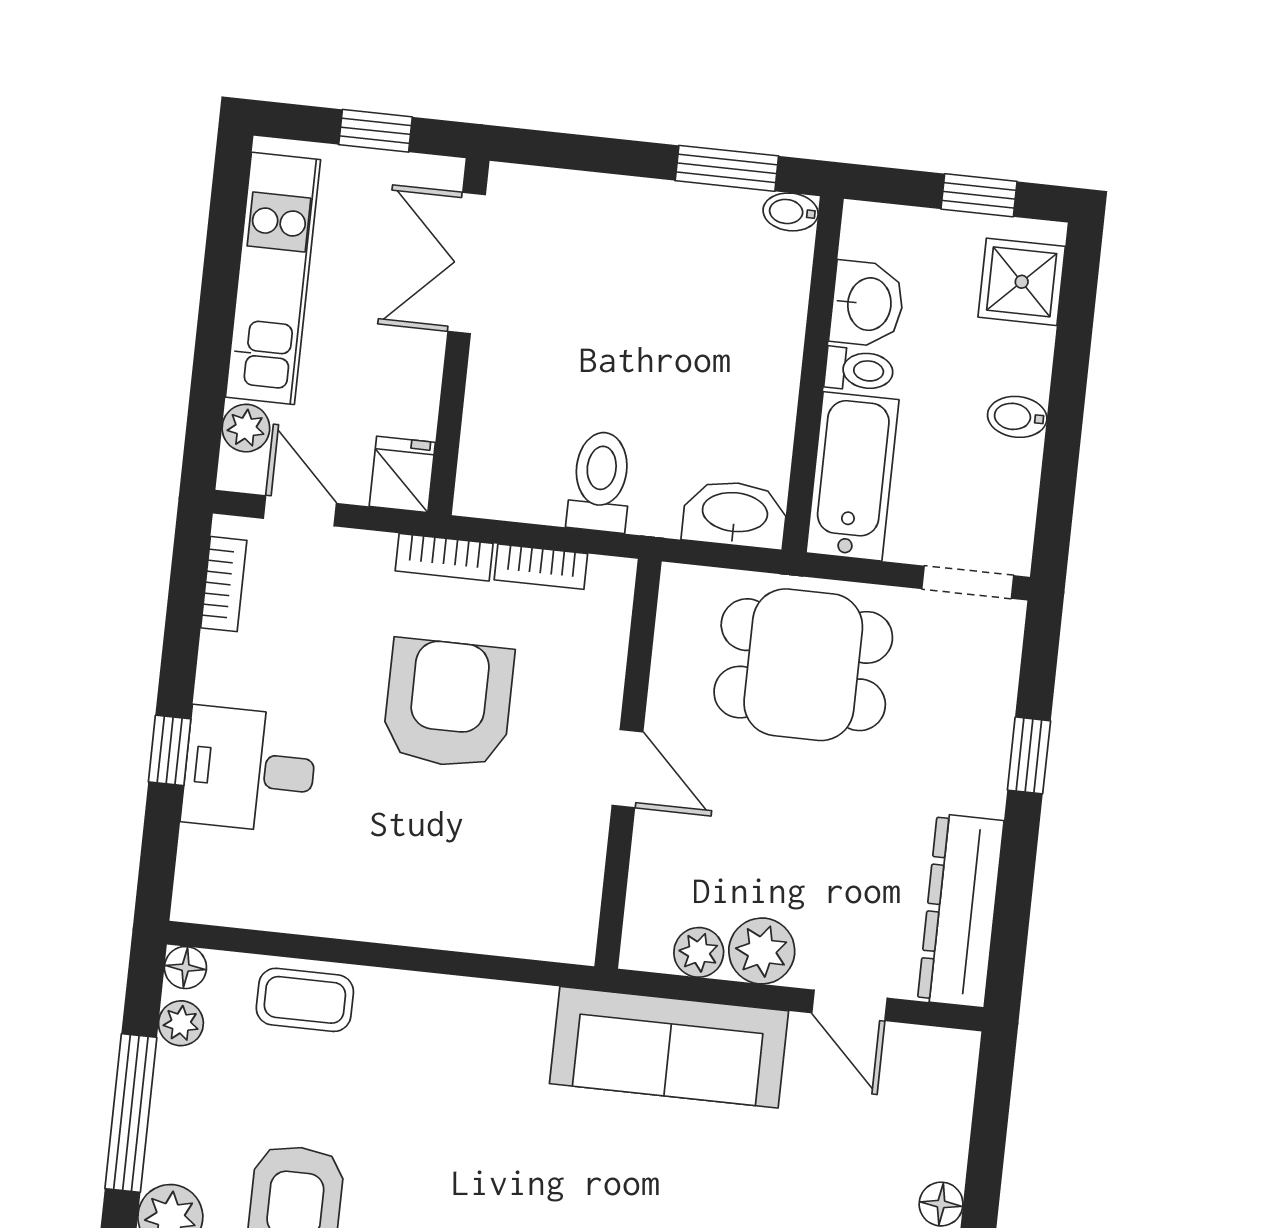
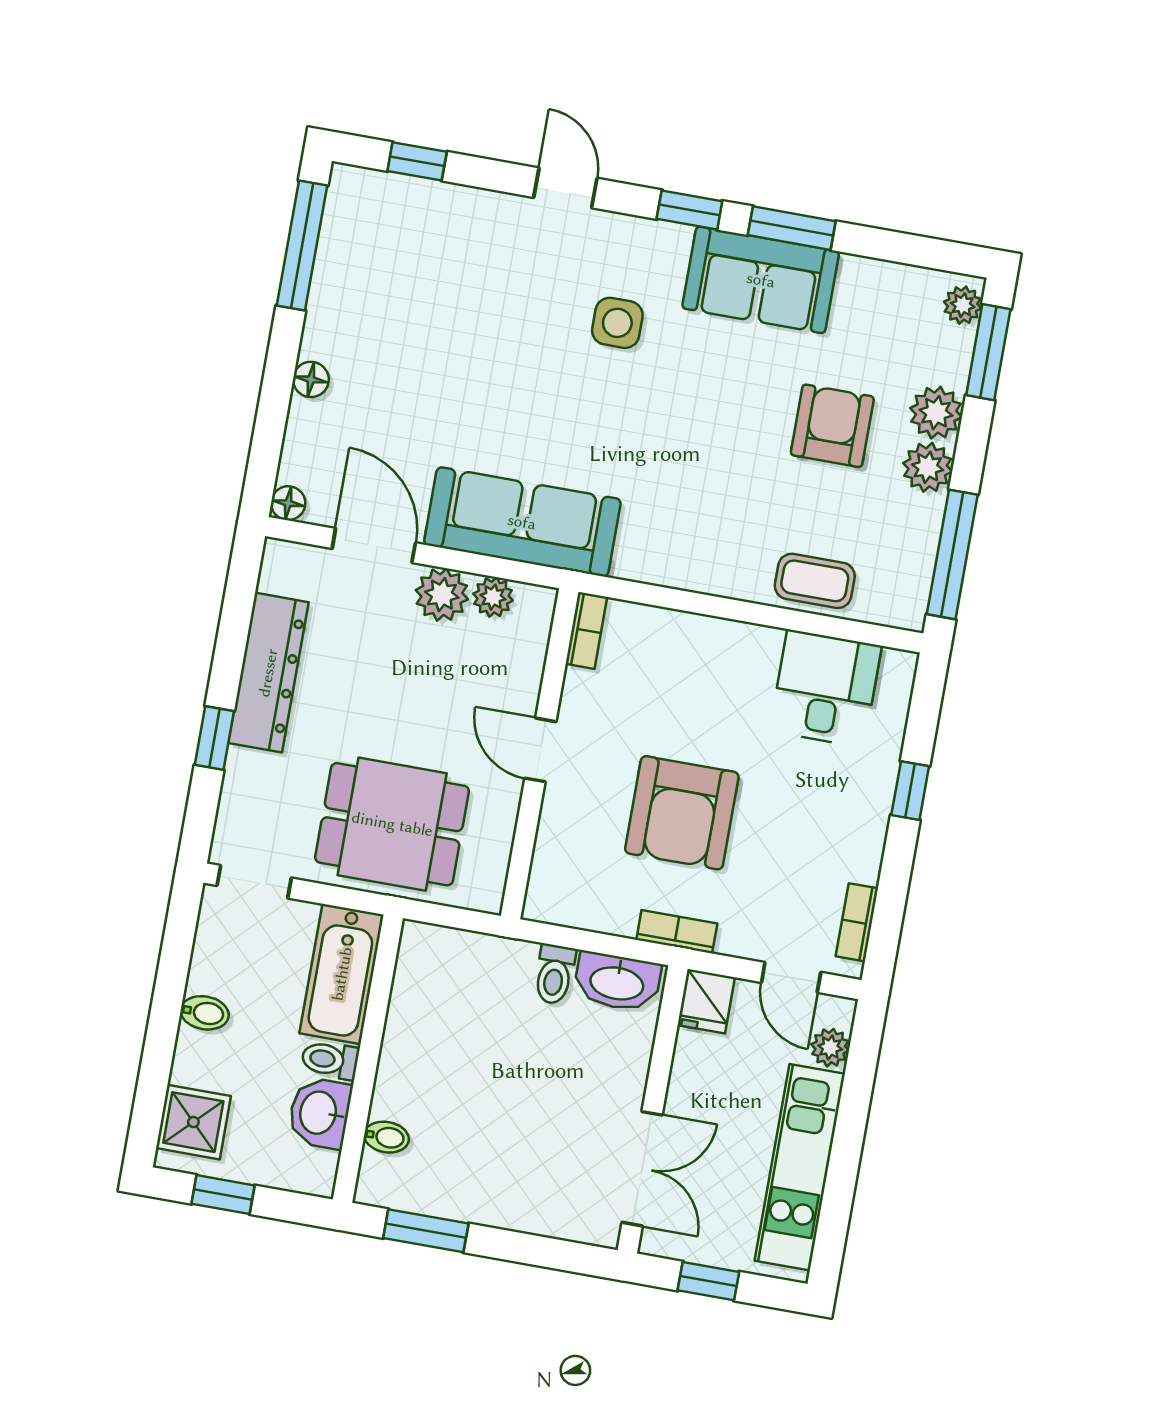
bidet: (791, 212) -> (386, 1137), moved
toilet: (600, 482) -> (555, 974), width x0.73, depth x0.72
washbasin: (735, 514) -> (617, 982), moved
bookcase: (541, 567) -> (586, 630), moved, turned 90
desk: (250, 770) -> (826, 688), moved, turned -90
dresser: (961, 911) -> (268, 673), moved
floor lamp: (185, 968) -> (288, 503), moved
door: (850, 1005) -> (374, 546), width x1.37
plant: (181, 1023) -> (928, 467), moved, width x1.38, depth x1.38
window: (131, 1113) -> (952, 554), moved

